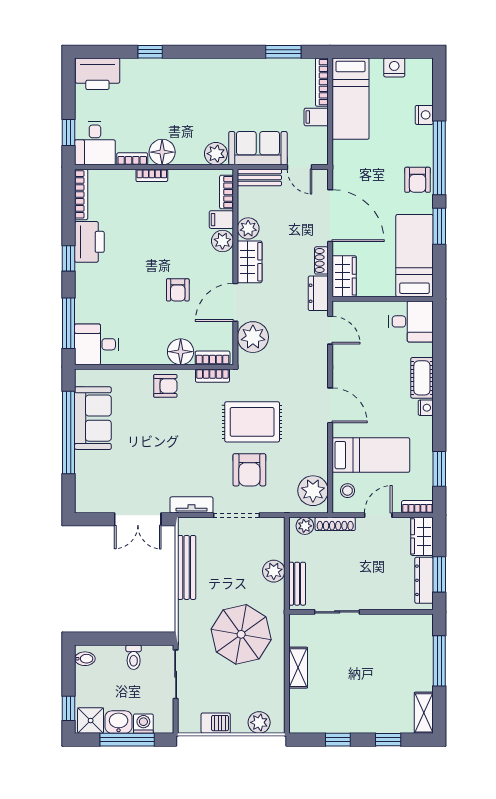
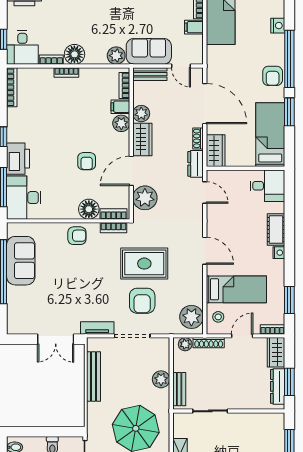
printer: (89, 242) -> (18, 159), moved
desk: (97, 344) -> (24, 198), width x1.37

